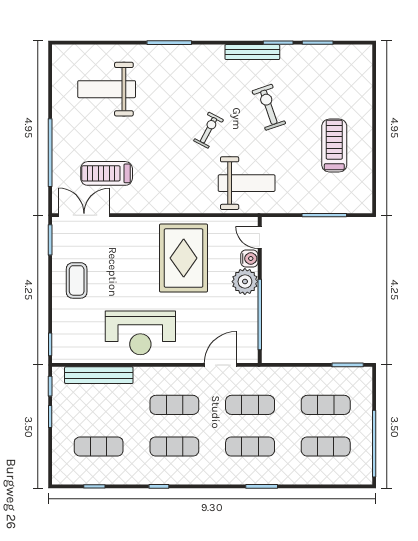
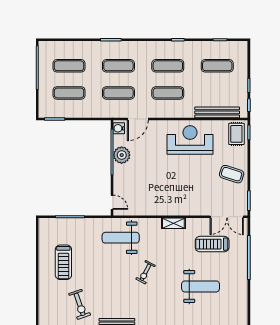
weight bench: (107, 89) -> (201, 286), moved
exercise bike: (269, 107) -> (80, 304), moved
treadmill: (107, 173) -> (212, 244), turned 180
shelving: (166, 205) -> (173, 223), added
rug: (184, 258) -> (236, 134), moved, width x0.54, depth x0.49
water cooler: (249, 258) -> (119, 128), moved
coffee table: (77, 280) -> (232, 174), turned -72
plant: (245, 282) -> (122, 155), moved

